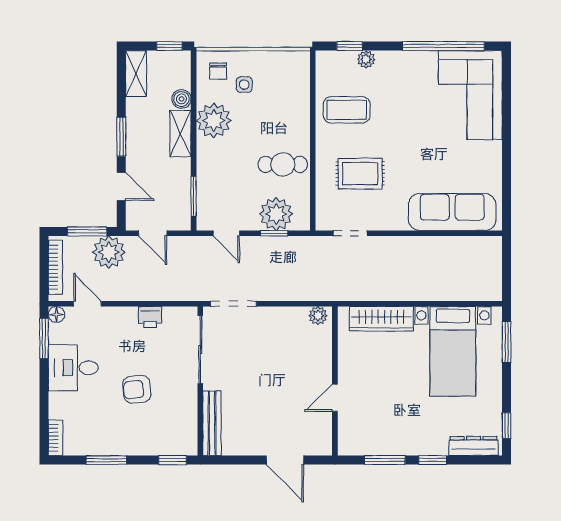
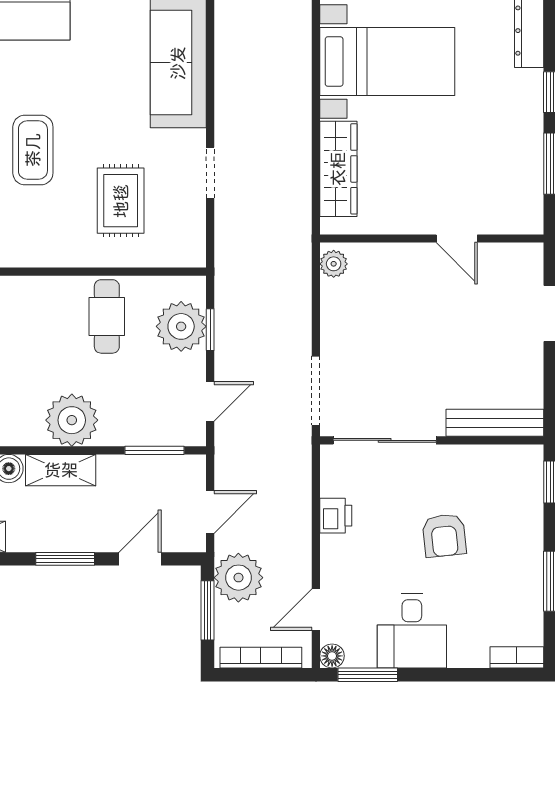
coffee table: (347, 110) -> (33, 150), moved
plant: (214, 120) -> (72, 420), moved
doorway: (350, 233) -> (210, 173), moved

